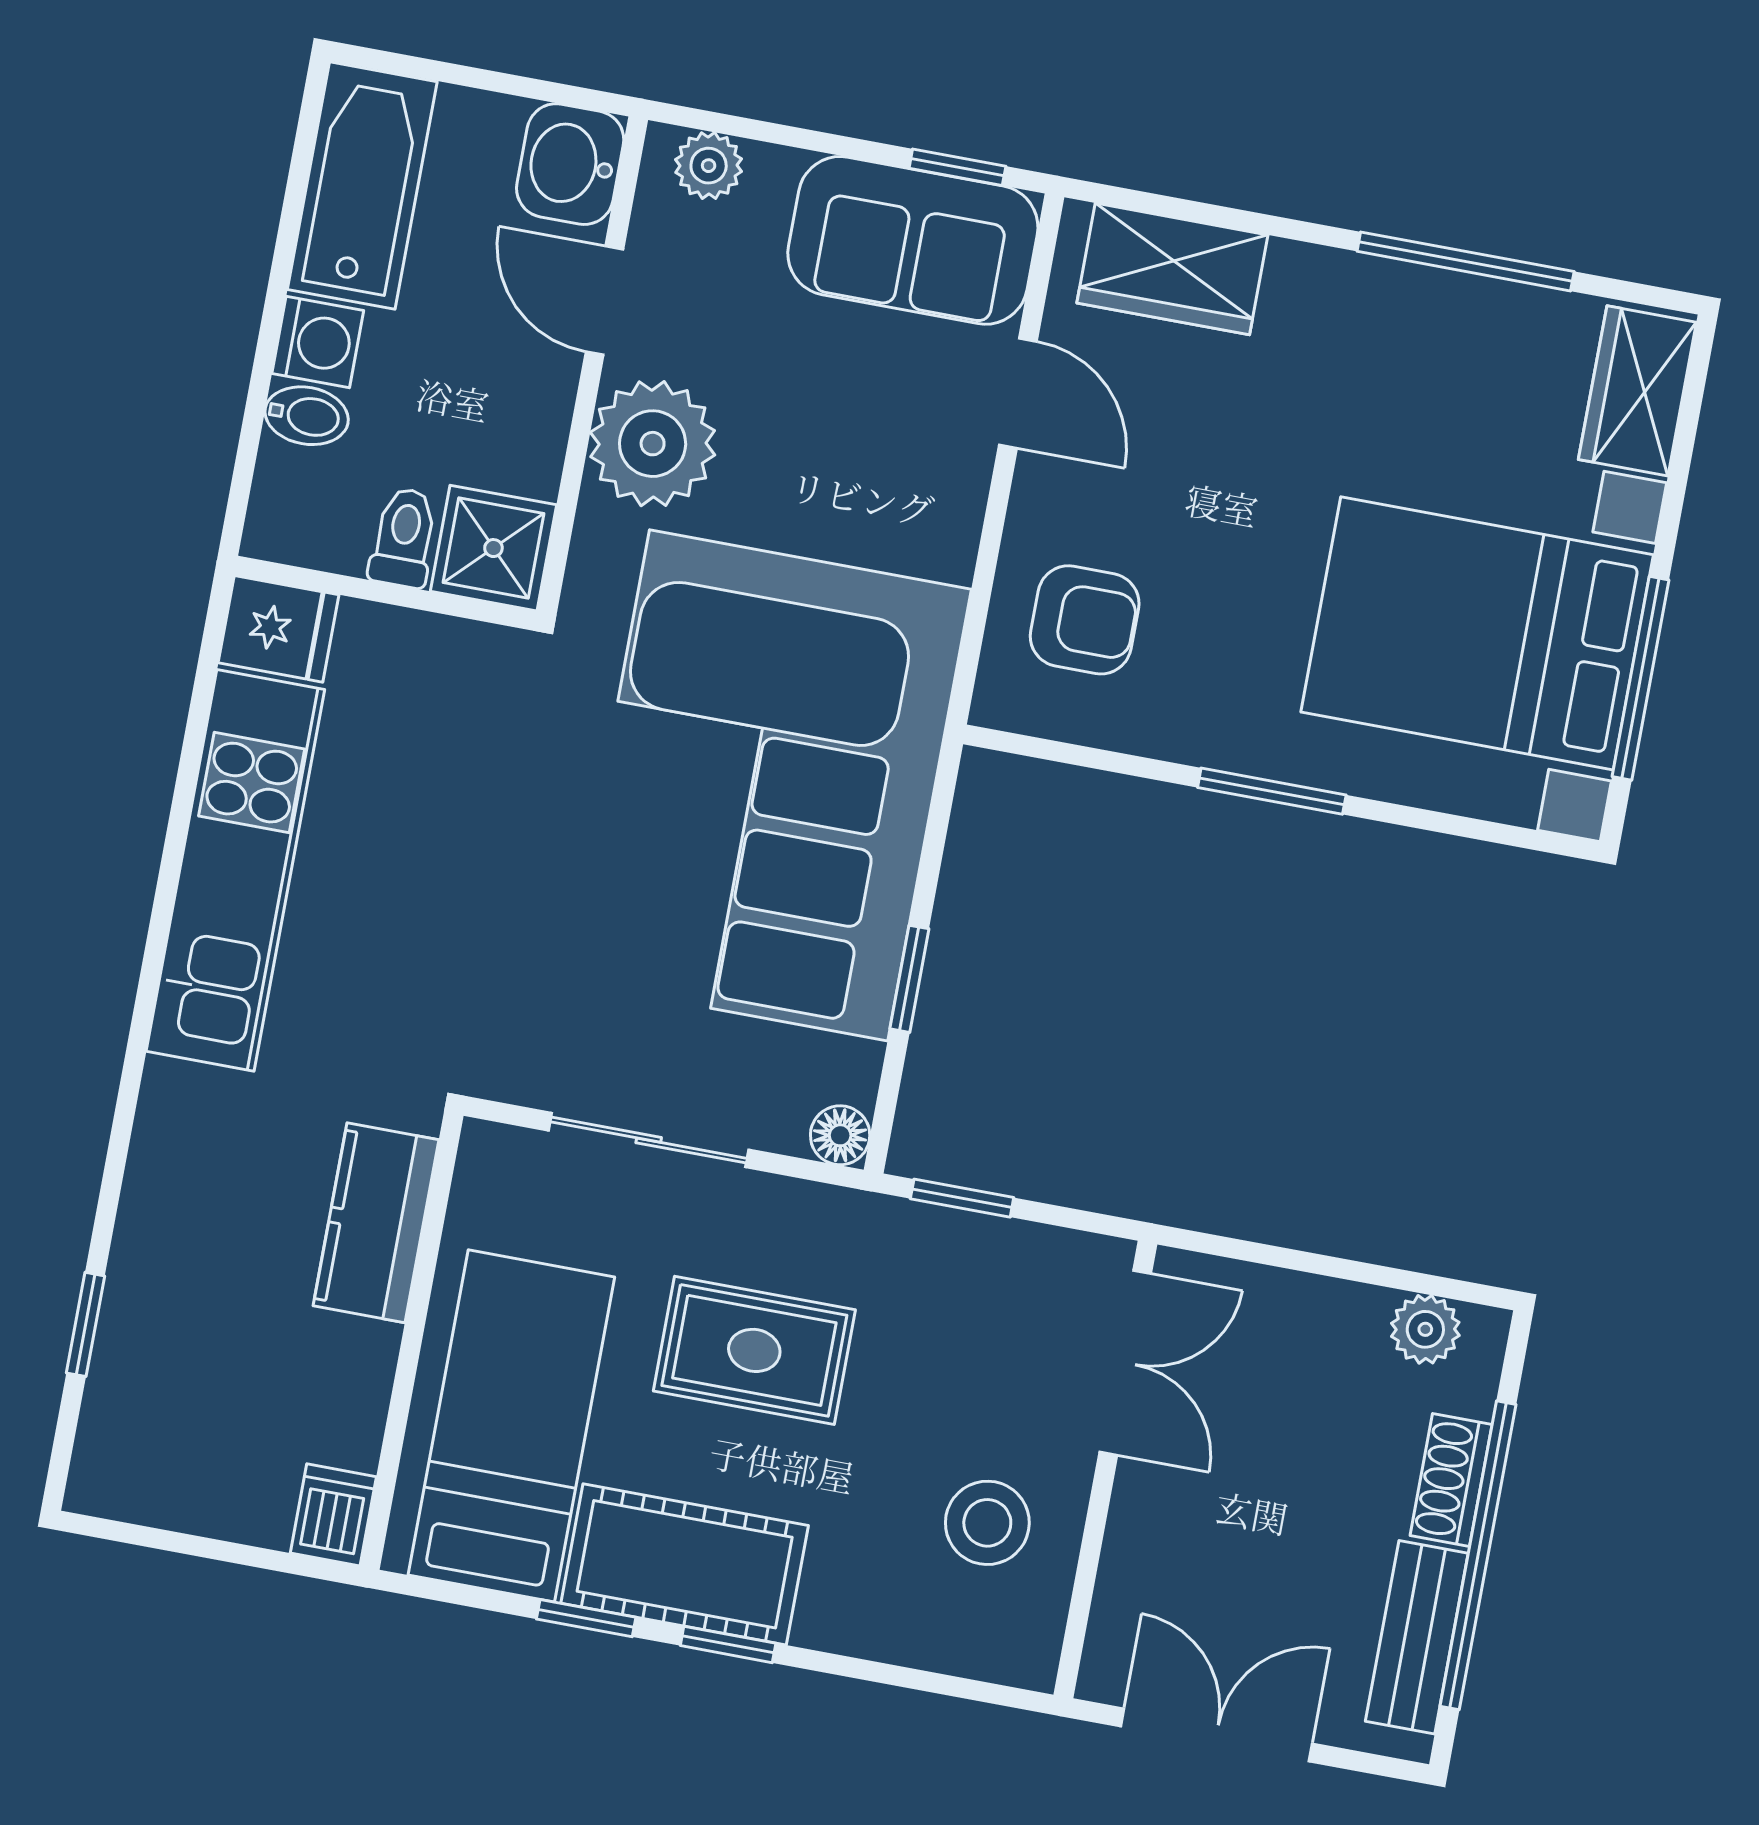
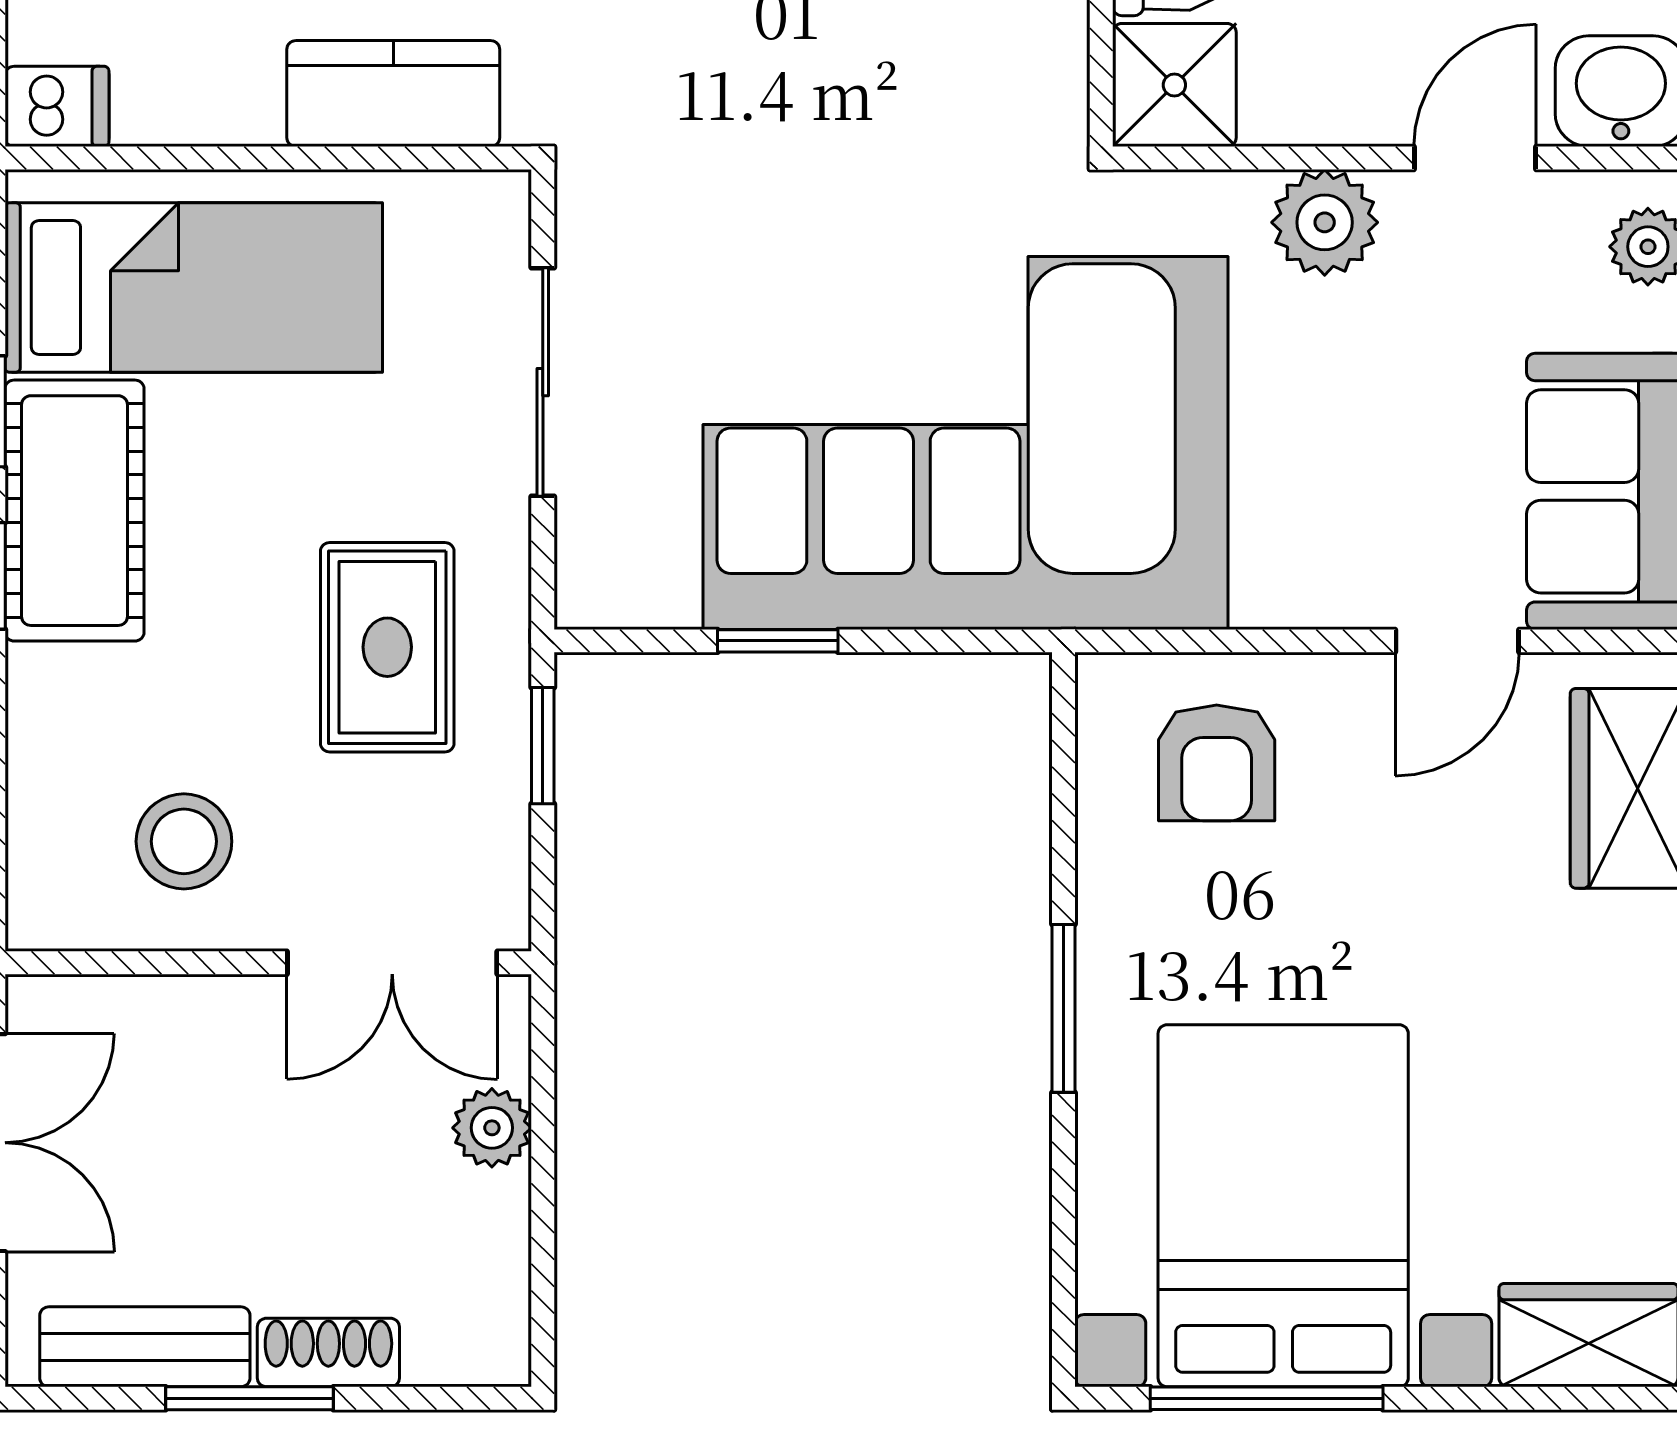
plant: (653, 444) -> (1325, 222), width x0.73, depth x0.73
floor lamp: (840, 1135) -> (588, 596), removed
plant: (1425, 1329) -> (492, 1128), moved
rug: (754, 1350) -> (387, 647), moved
window: (1478, 1555) -> (249, 1398), width x0.47

